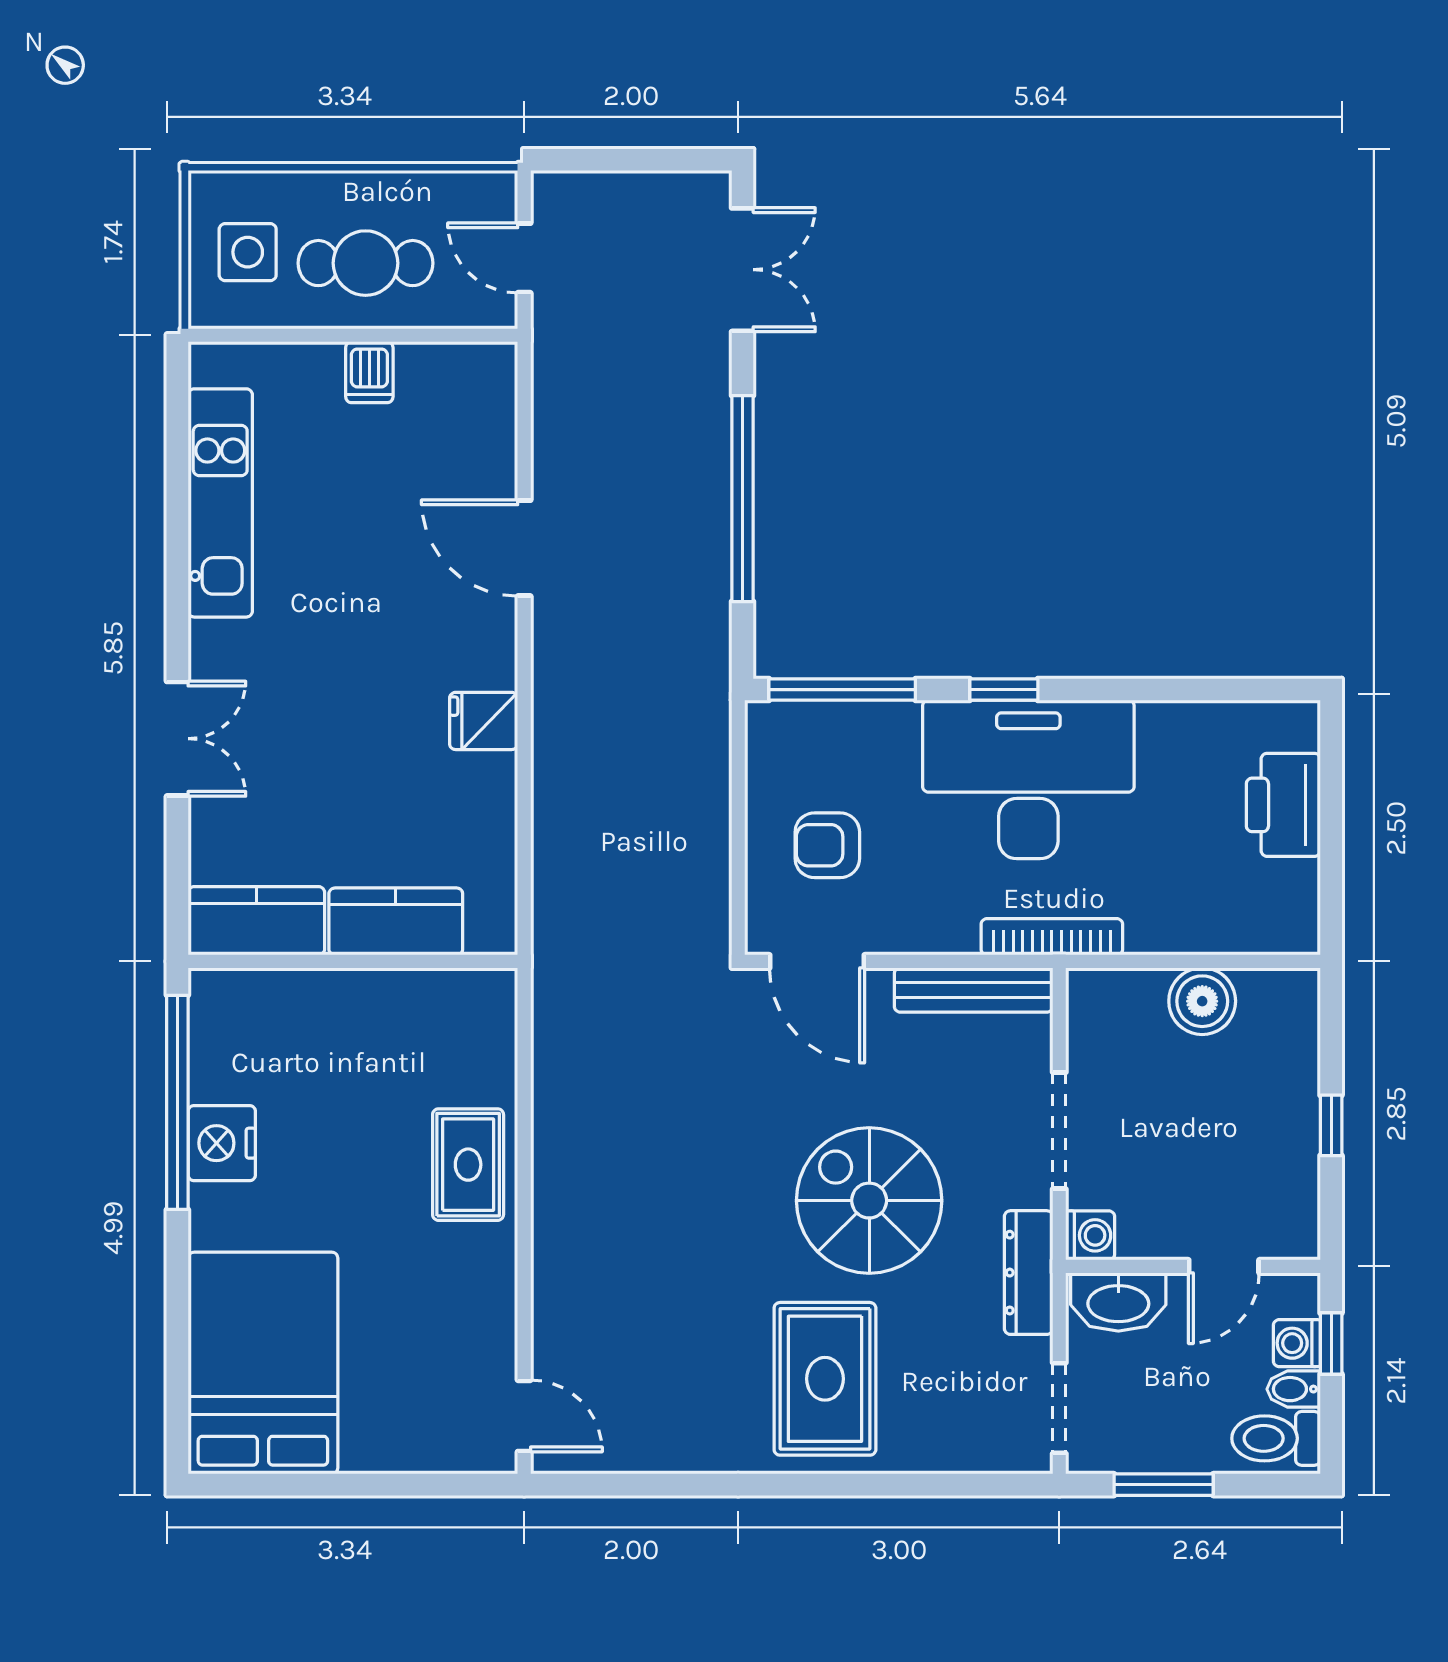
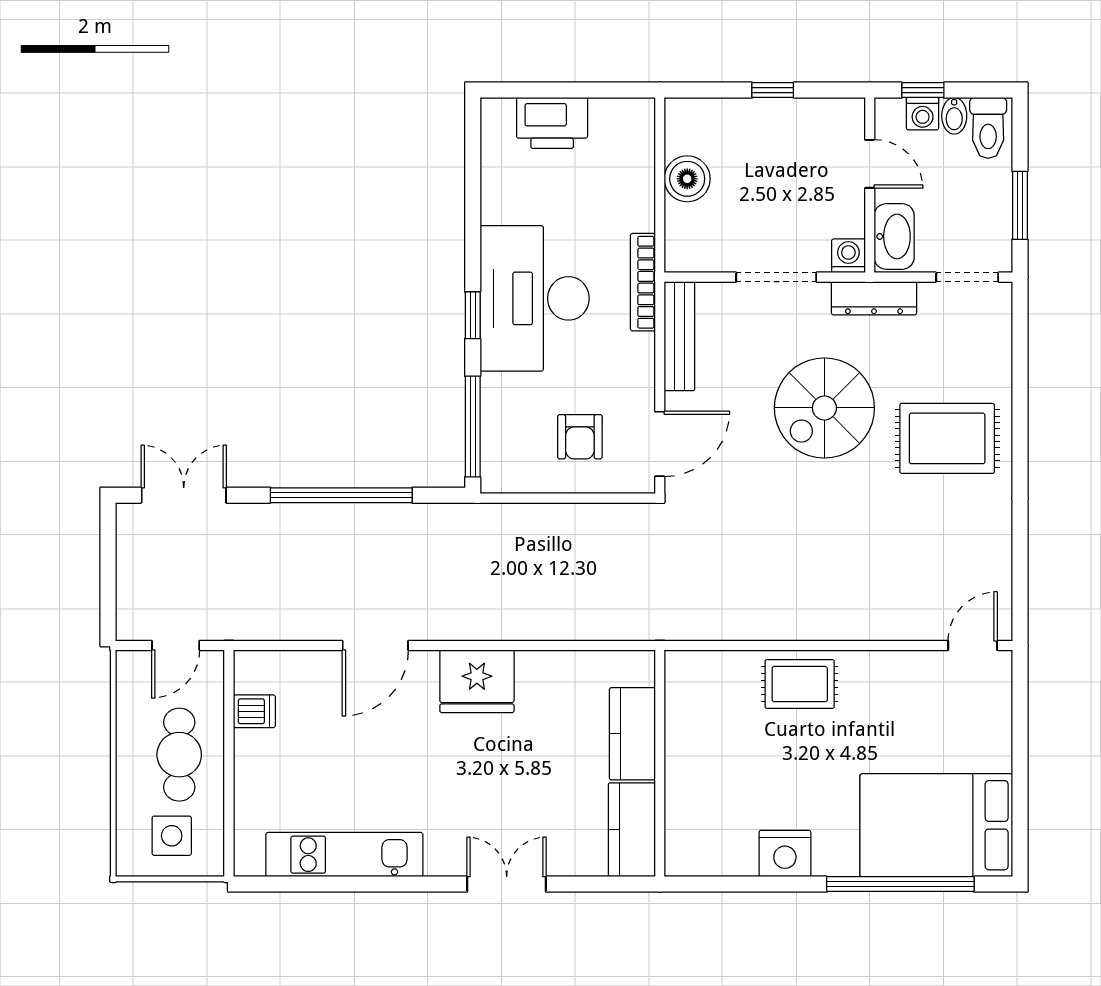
dishwasher: (369, 372) -> (254, 711), moved
fridge: (484, 721) -> (477, 681), width x1.88, depth x1.34
window: (177, 1102) -> (900, 884), moved

